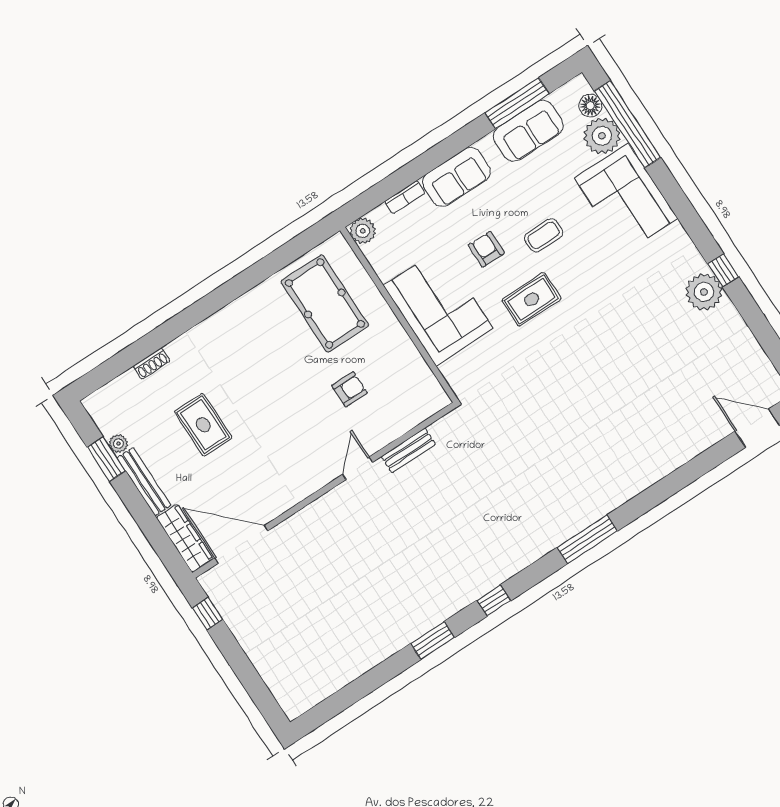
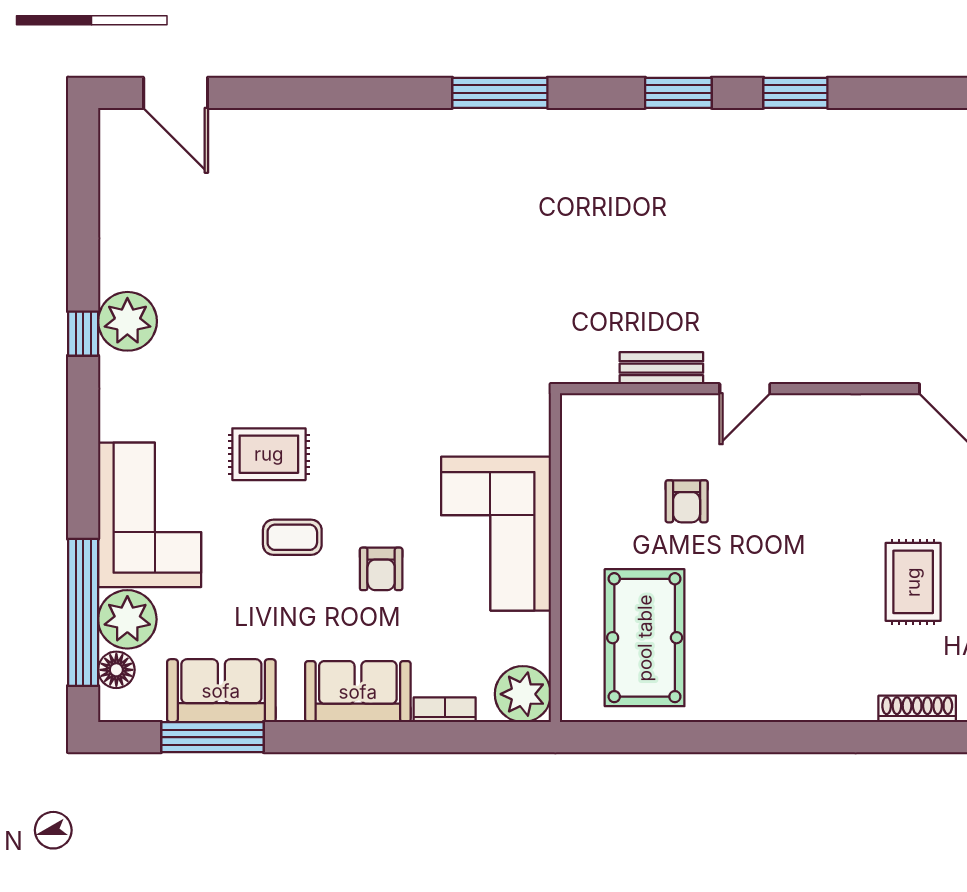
plant: (363, 231) -> (523, 694), width x1.36, depth x1.36
rug: (532, 299) -> (269, 454), moved
shoe rack: (152, 364) -> (917, 709), width x1.43
armchair: (350, 389) -> (687, 501), turned -90
window: (494, 600) -> (678, 93), width x1.50

